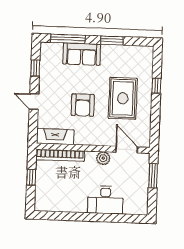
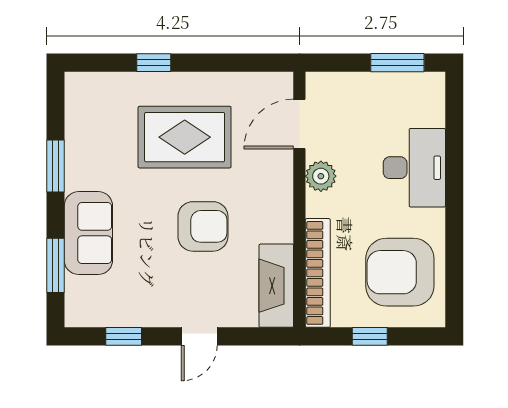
window: (68, 39) -> (55, 265), width x0.69
window: (153, 176) -> (397, 63), moved
armchair: (59, 192) -> (400, 272), added

